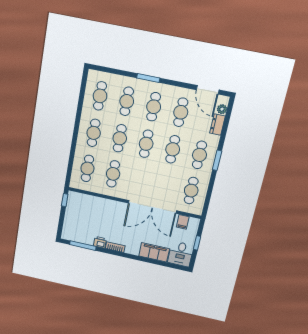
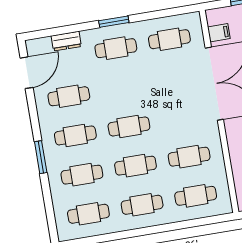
plant: (222, 109) -> (44, 44), removed
cafe table: (173, 149) -> (122, 87), removed

